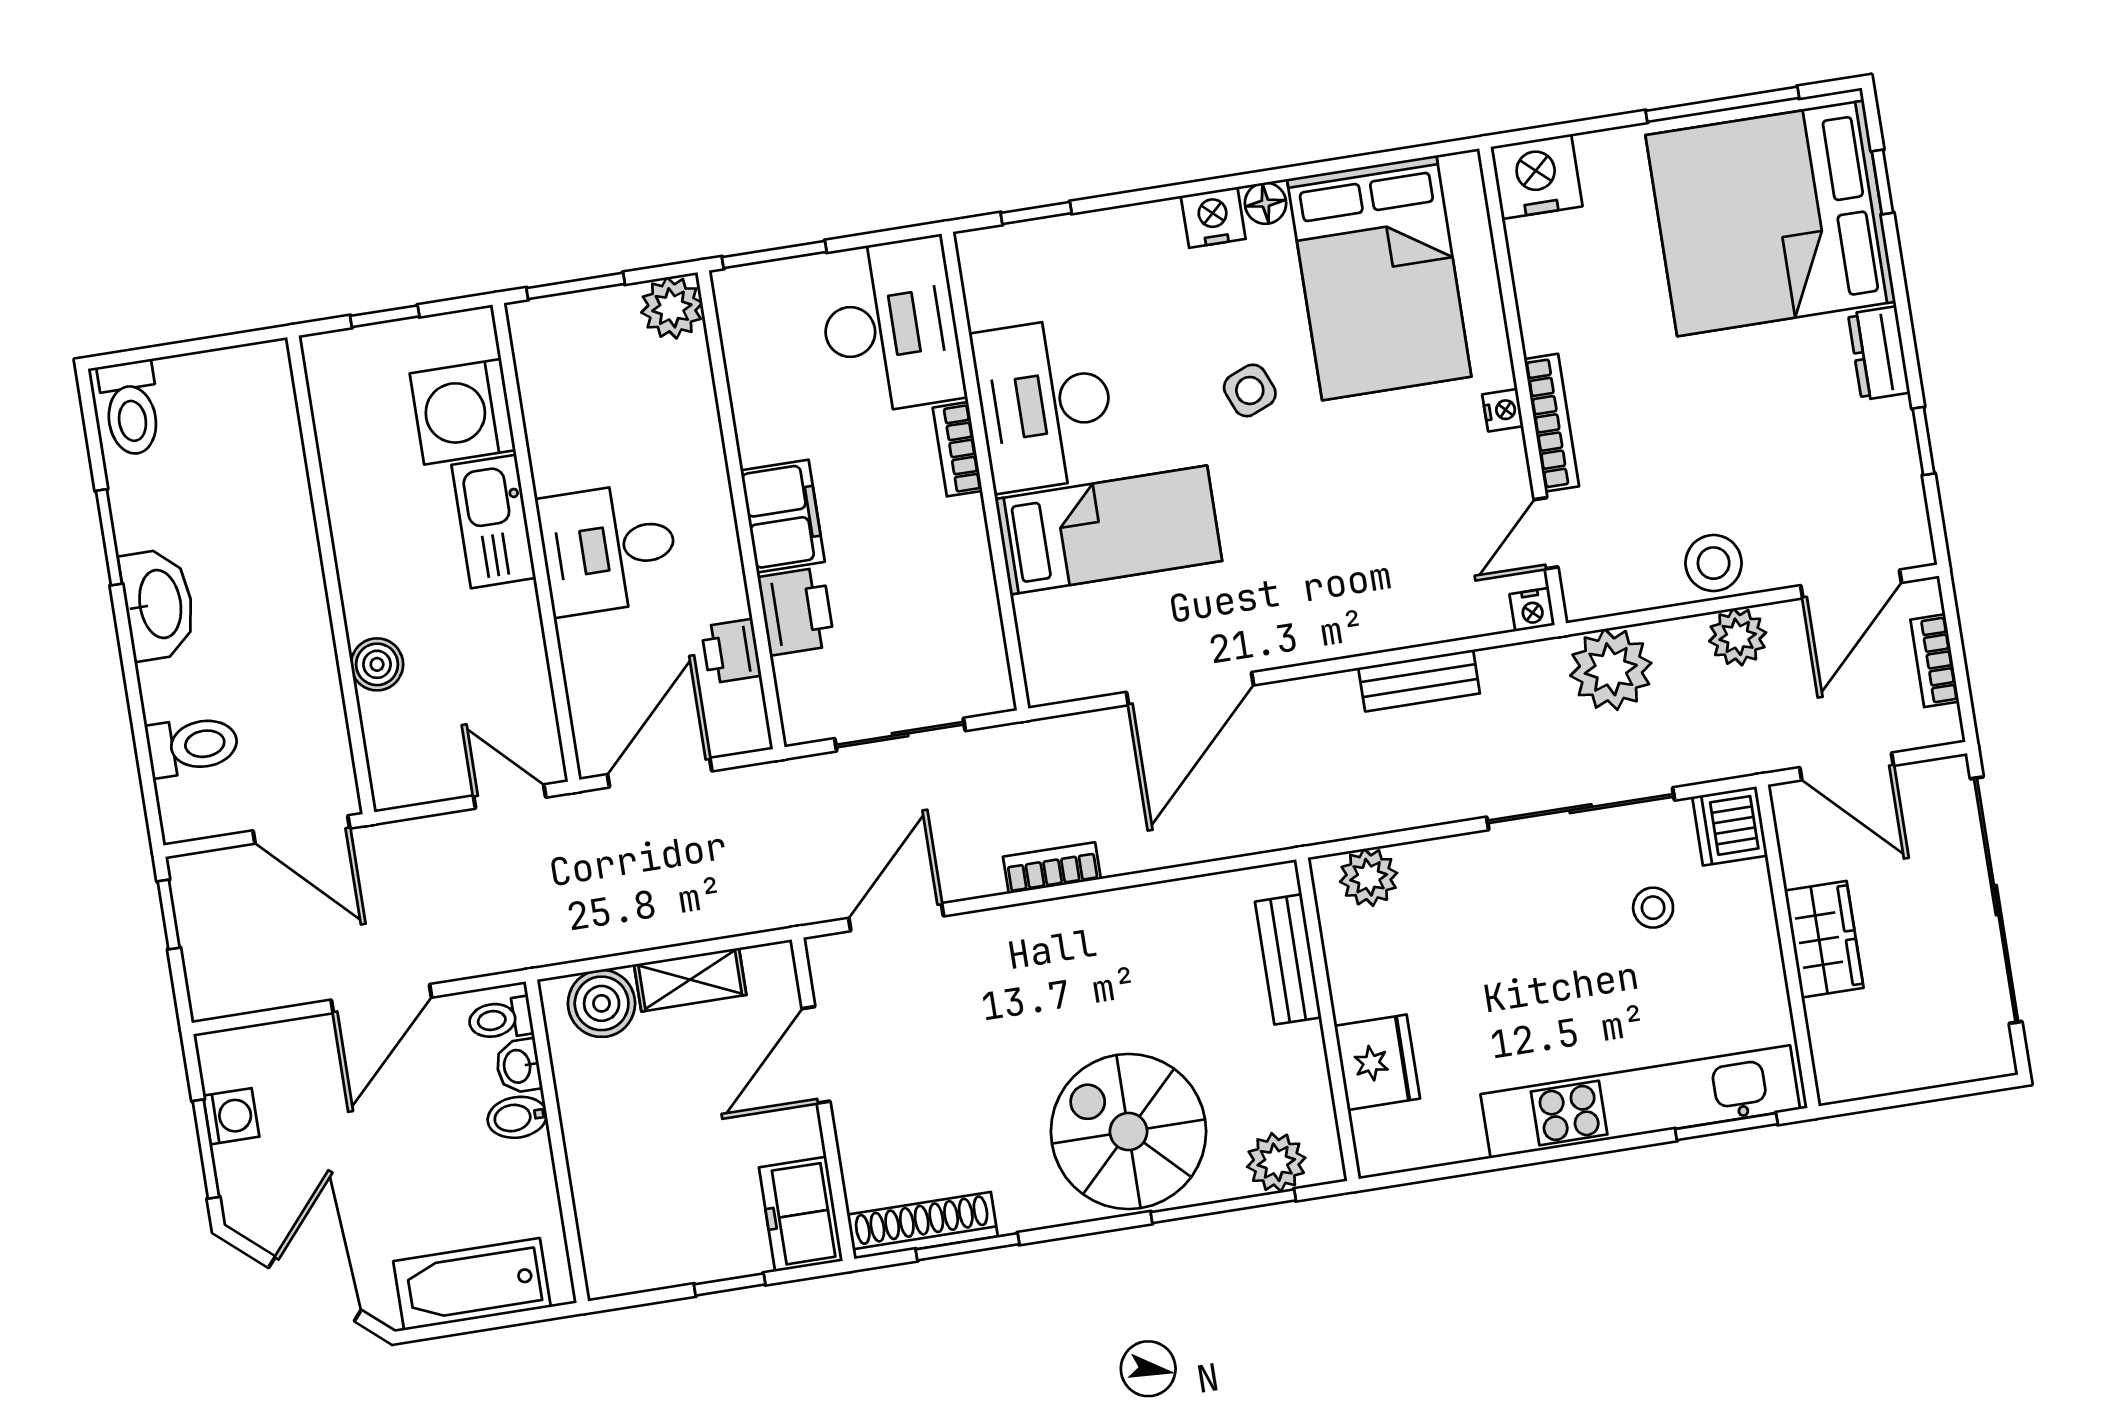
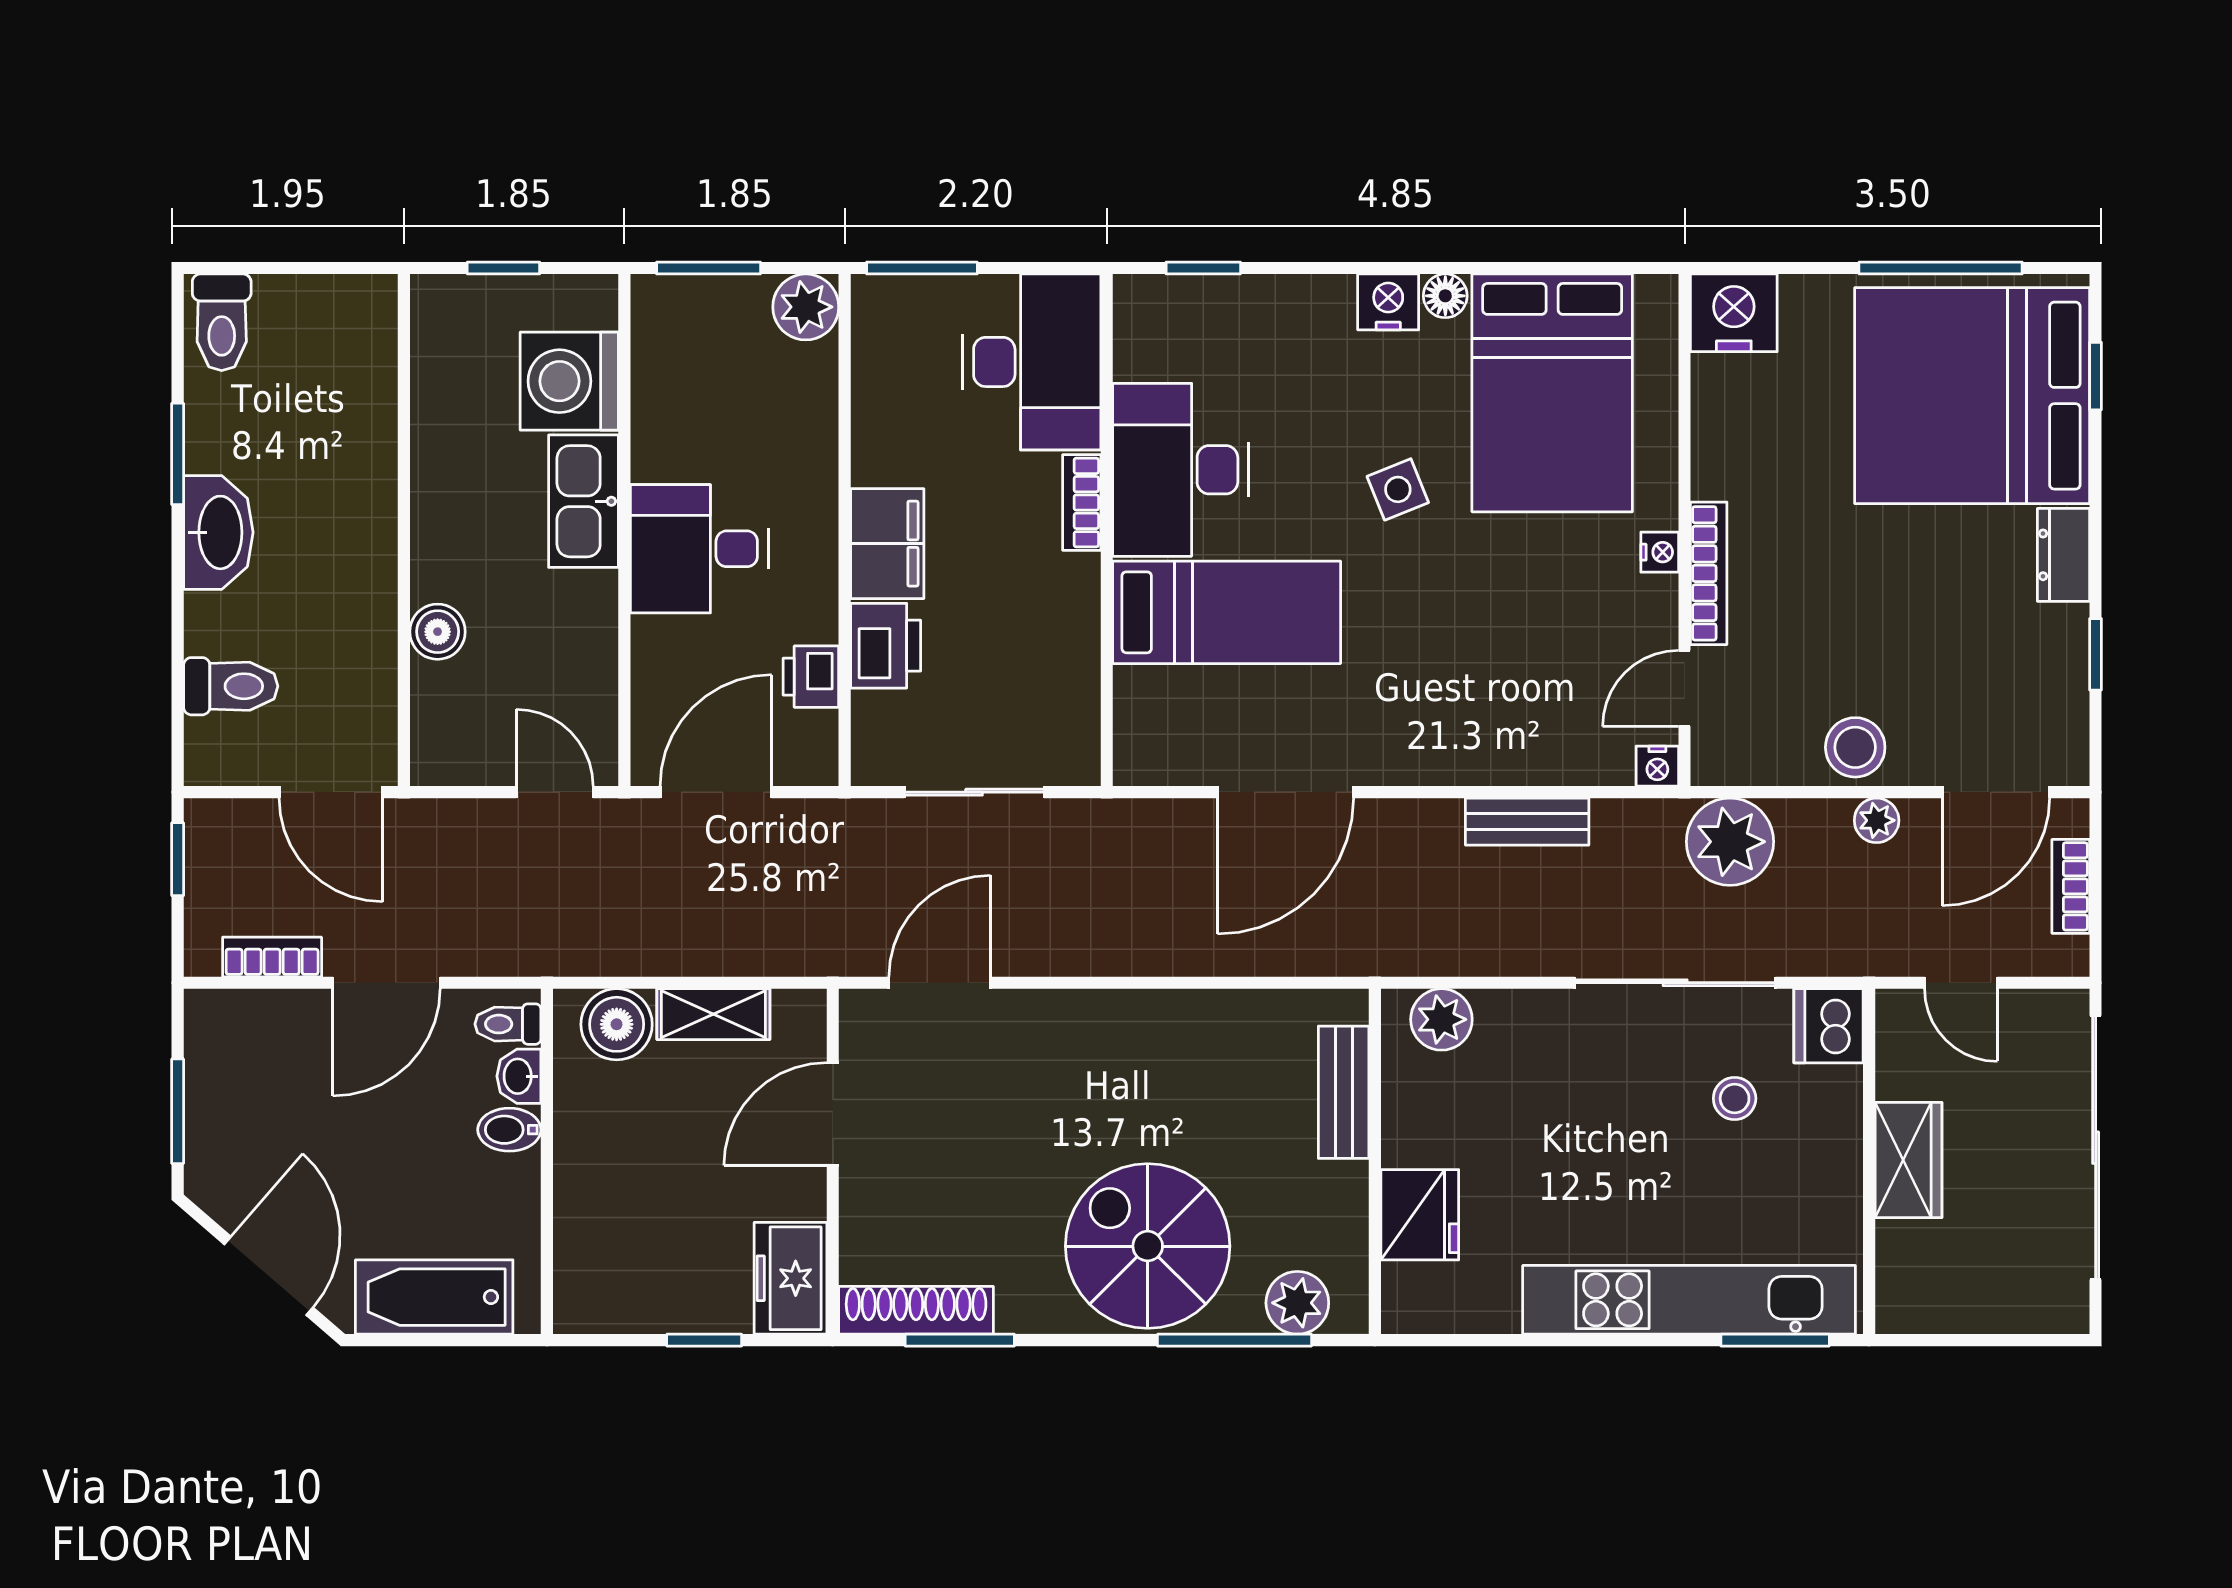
plant: (1738, 637) -> (1877, 820), width x0.73, depth x0.73
door: (1847, 767) -> (1961, 983), width x0.73
bookcase: (1052, 868) -> (272, 957), moved
washing machine: (231, 1116) -> (210, 1081), removed

